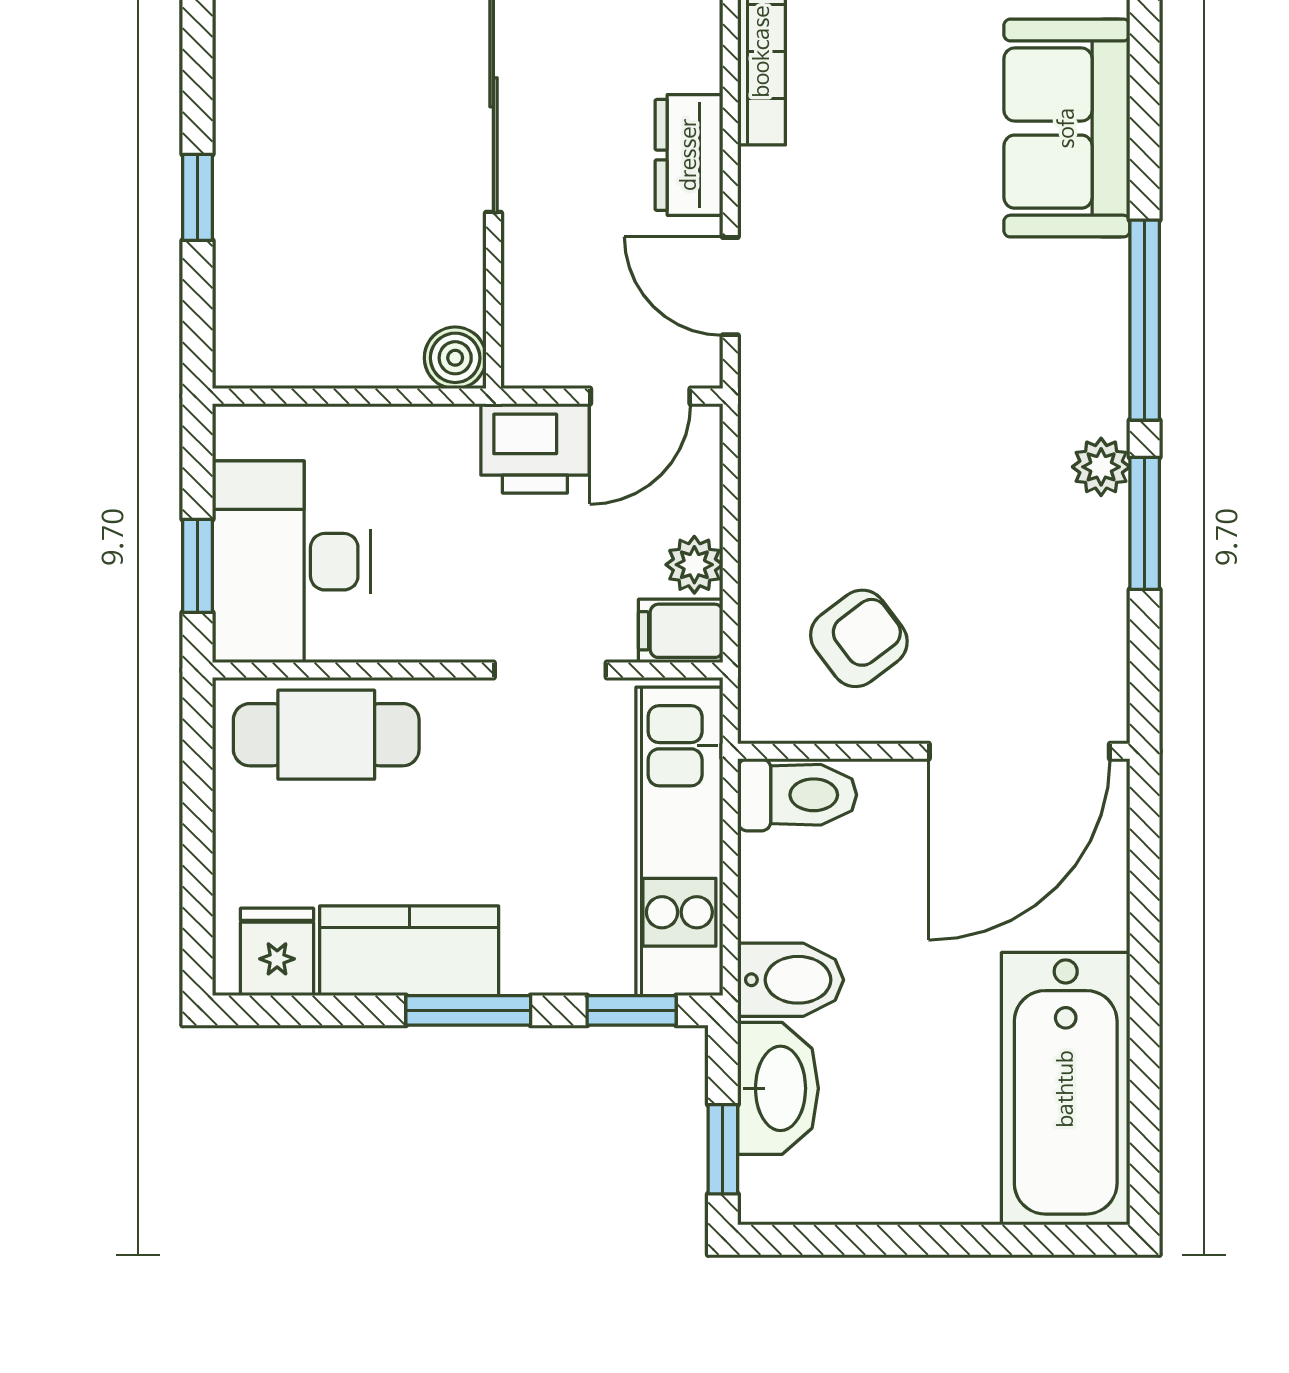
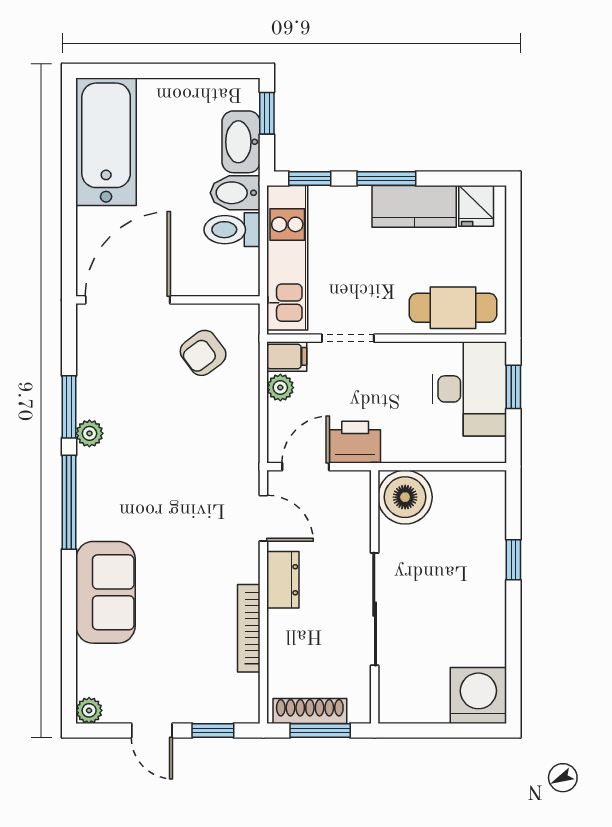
boiler: (455, 358) -> (405, 497), width x1.86, depth x1.86
toilet: (797, 795) -> (232, 230), moved

